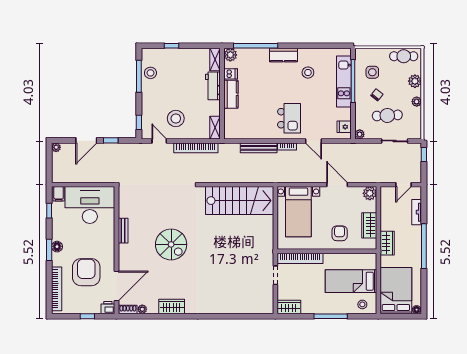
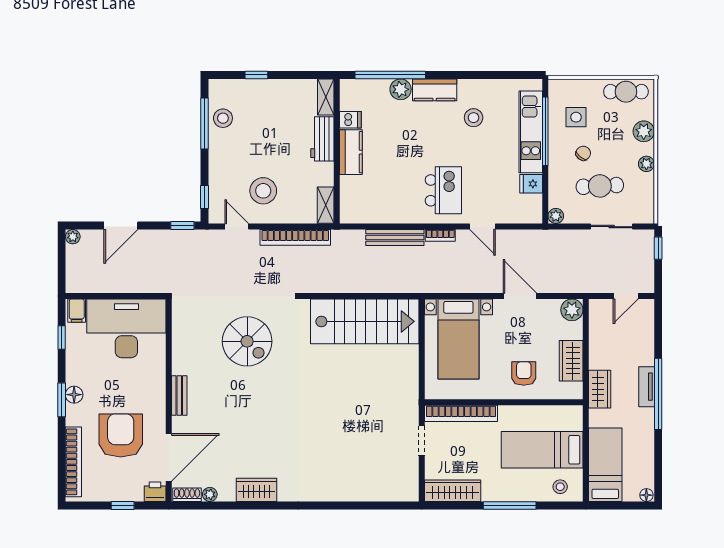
plant: (230, 55) -> (401, 89), moved
fridge: (344, 127) -> (531, 184), moved
window: (111, 140) -> (182, 226), moved
tv unit: (417, 212) -> (647, 387), moved
bench: (123, 231) -> (179, 396), moved
spiral stairs: (171, 244) -> (247, 341), moved
bed: (396, 291) -> (605, 465), width x0.67
wardrobe: (289, 307) -> (453, 491), width x1.50

